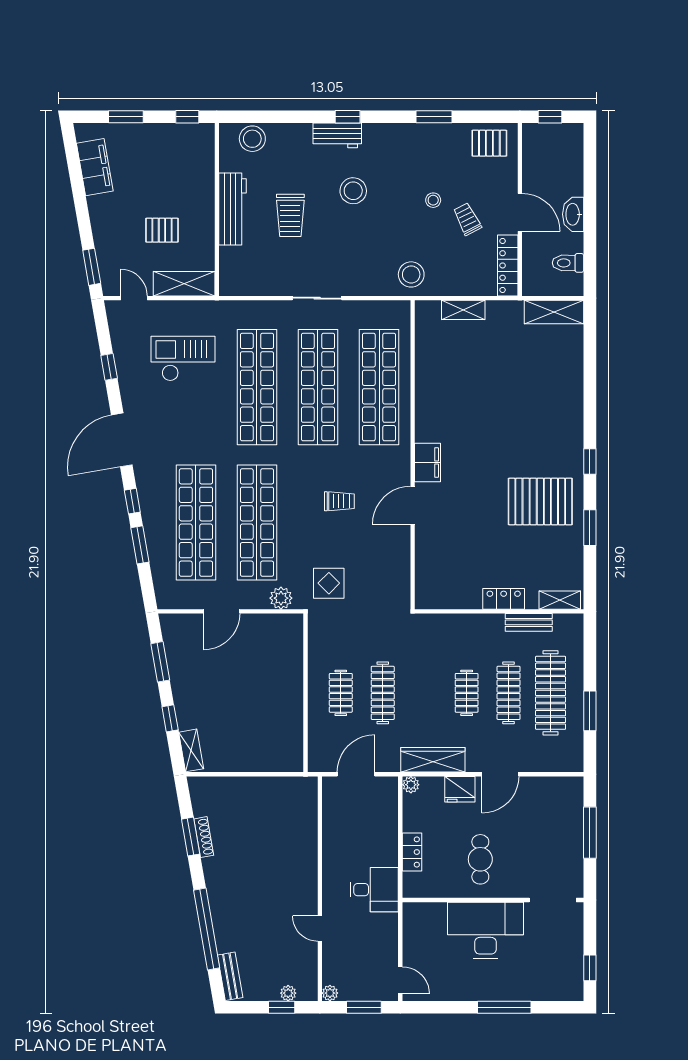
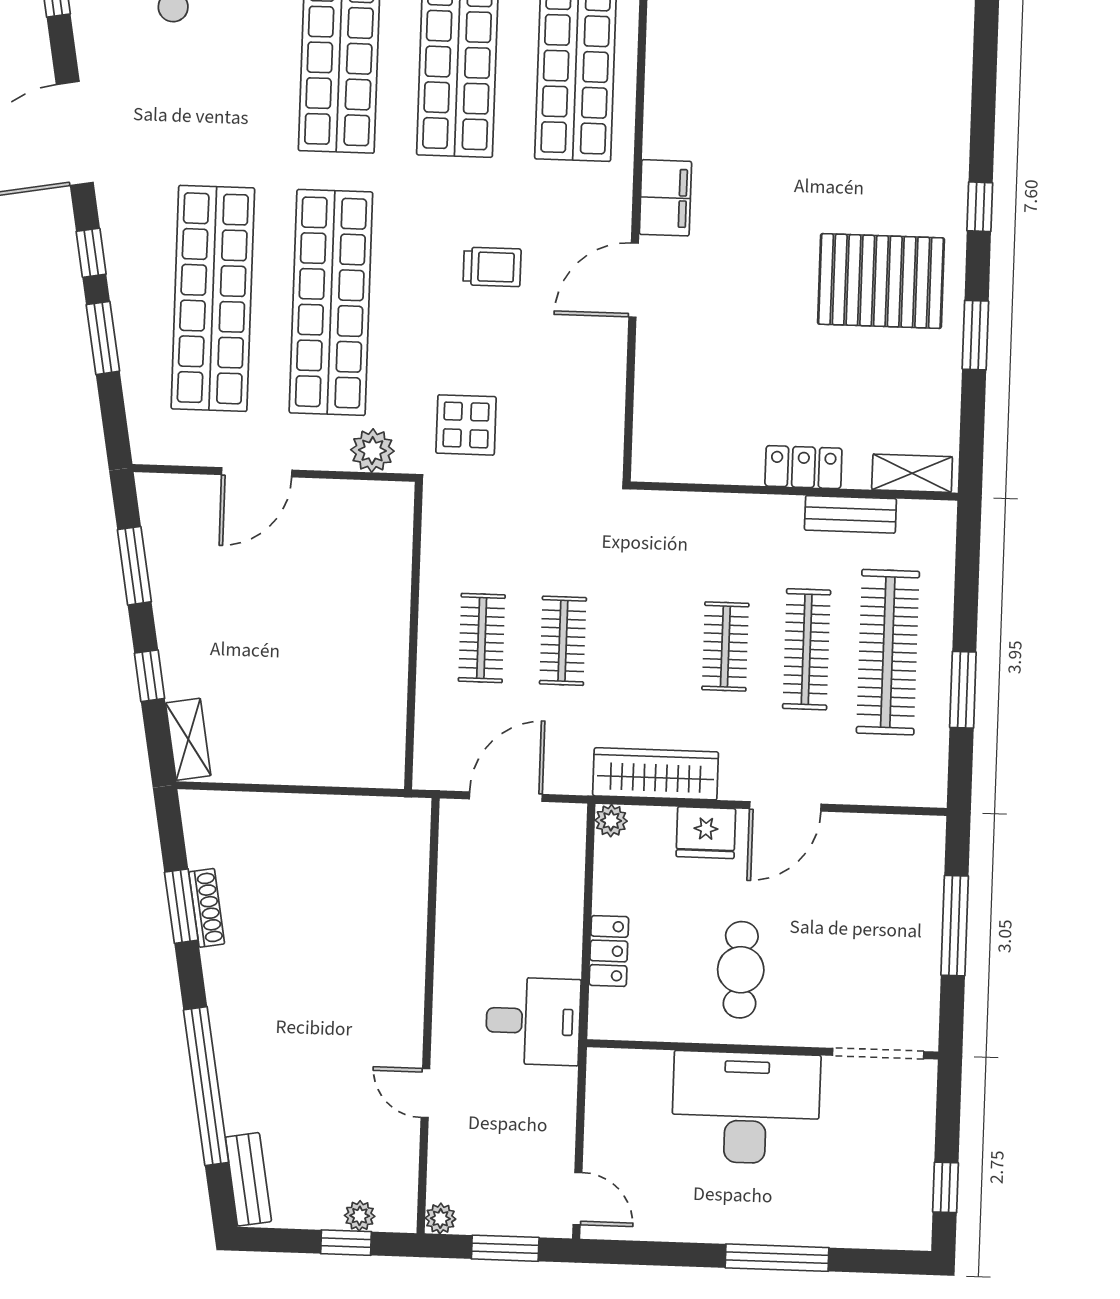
clothes rail: (383, 693) -> (563, 641), width x0.73

